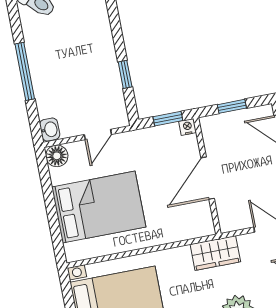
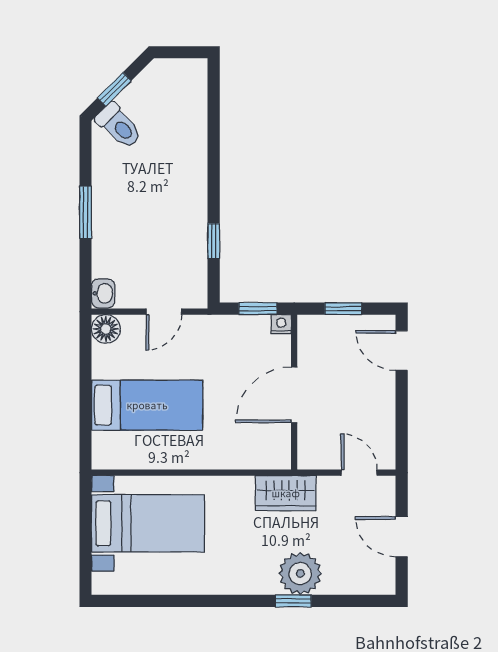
window: (25, 71) -> (86, 212), width x0.69
bed: (99, 207) -> (147, 405), width x0.67

